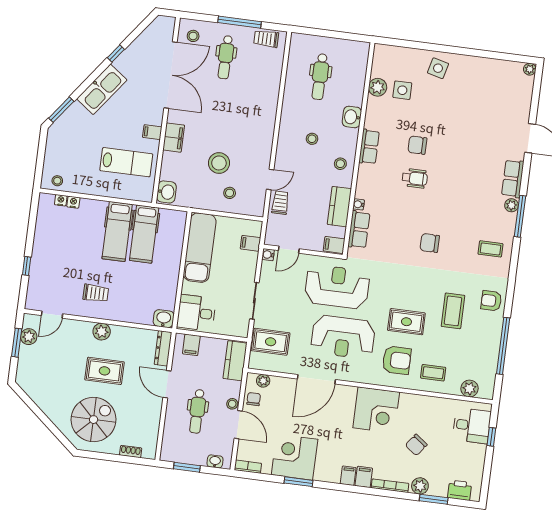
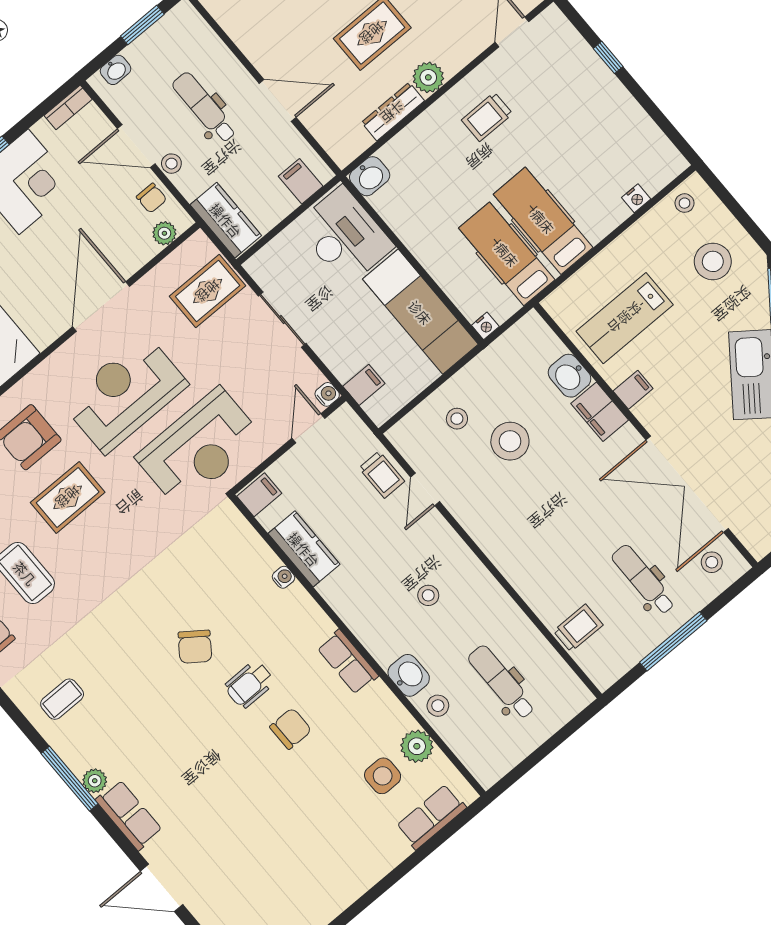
trolley: (266, 39) -> (578, 628), moved
side table: (438, 68) -> (368, 850), removed
stool: (71, 147) -> (713, 261), added
stool: (340, 164) -> (438, 706), moved
washbasin: (166, 192) -> (570, 376), moved
nightstand: (61, 200) -> (485, 326), moved
row of seats: (359, 230) -> (431, 817), moved, turned 90
chair: (430, 243) -> (195, 647), moved, turned 126
desk: (196, 313) -> (344, 236), width x1.37
dresser: (163, 348) -> (393, 112), moved, turned -90

